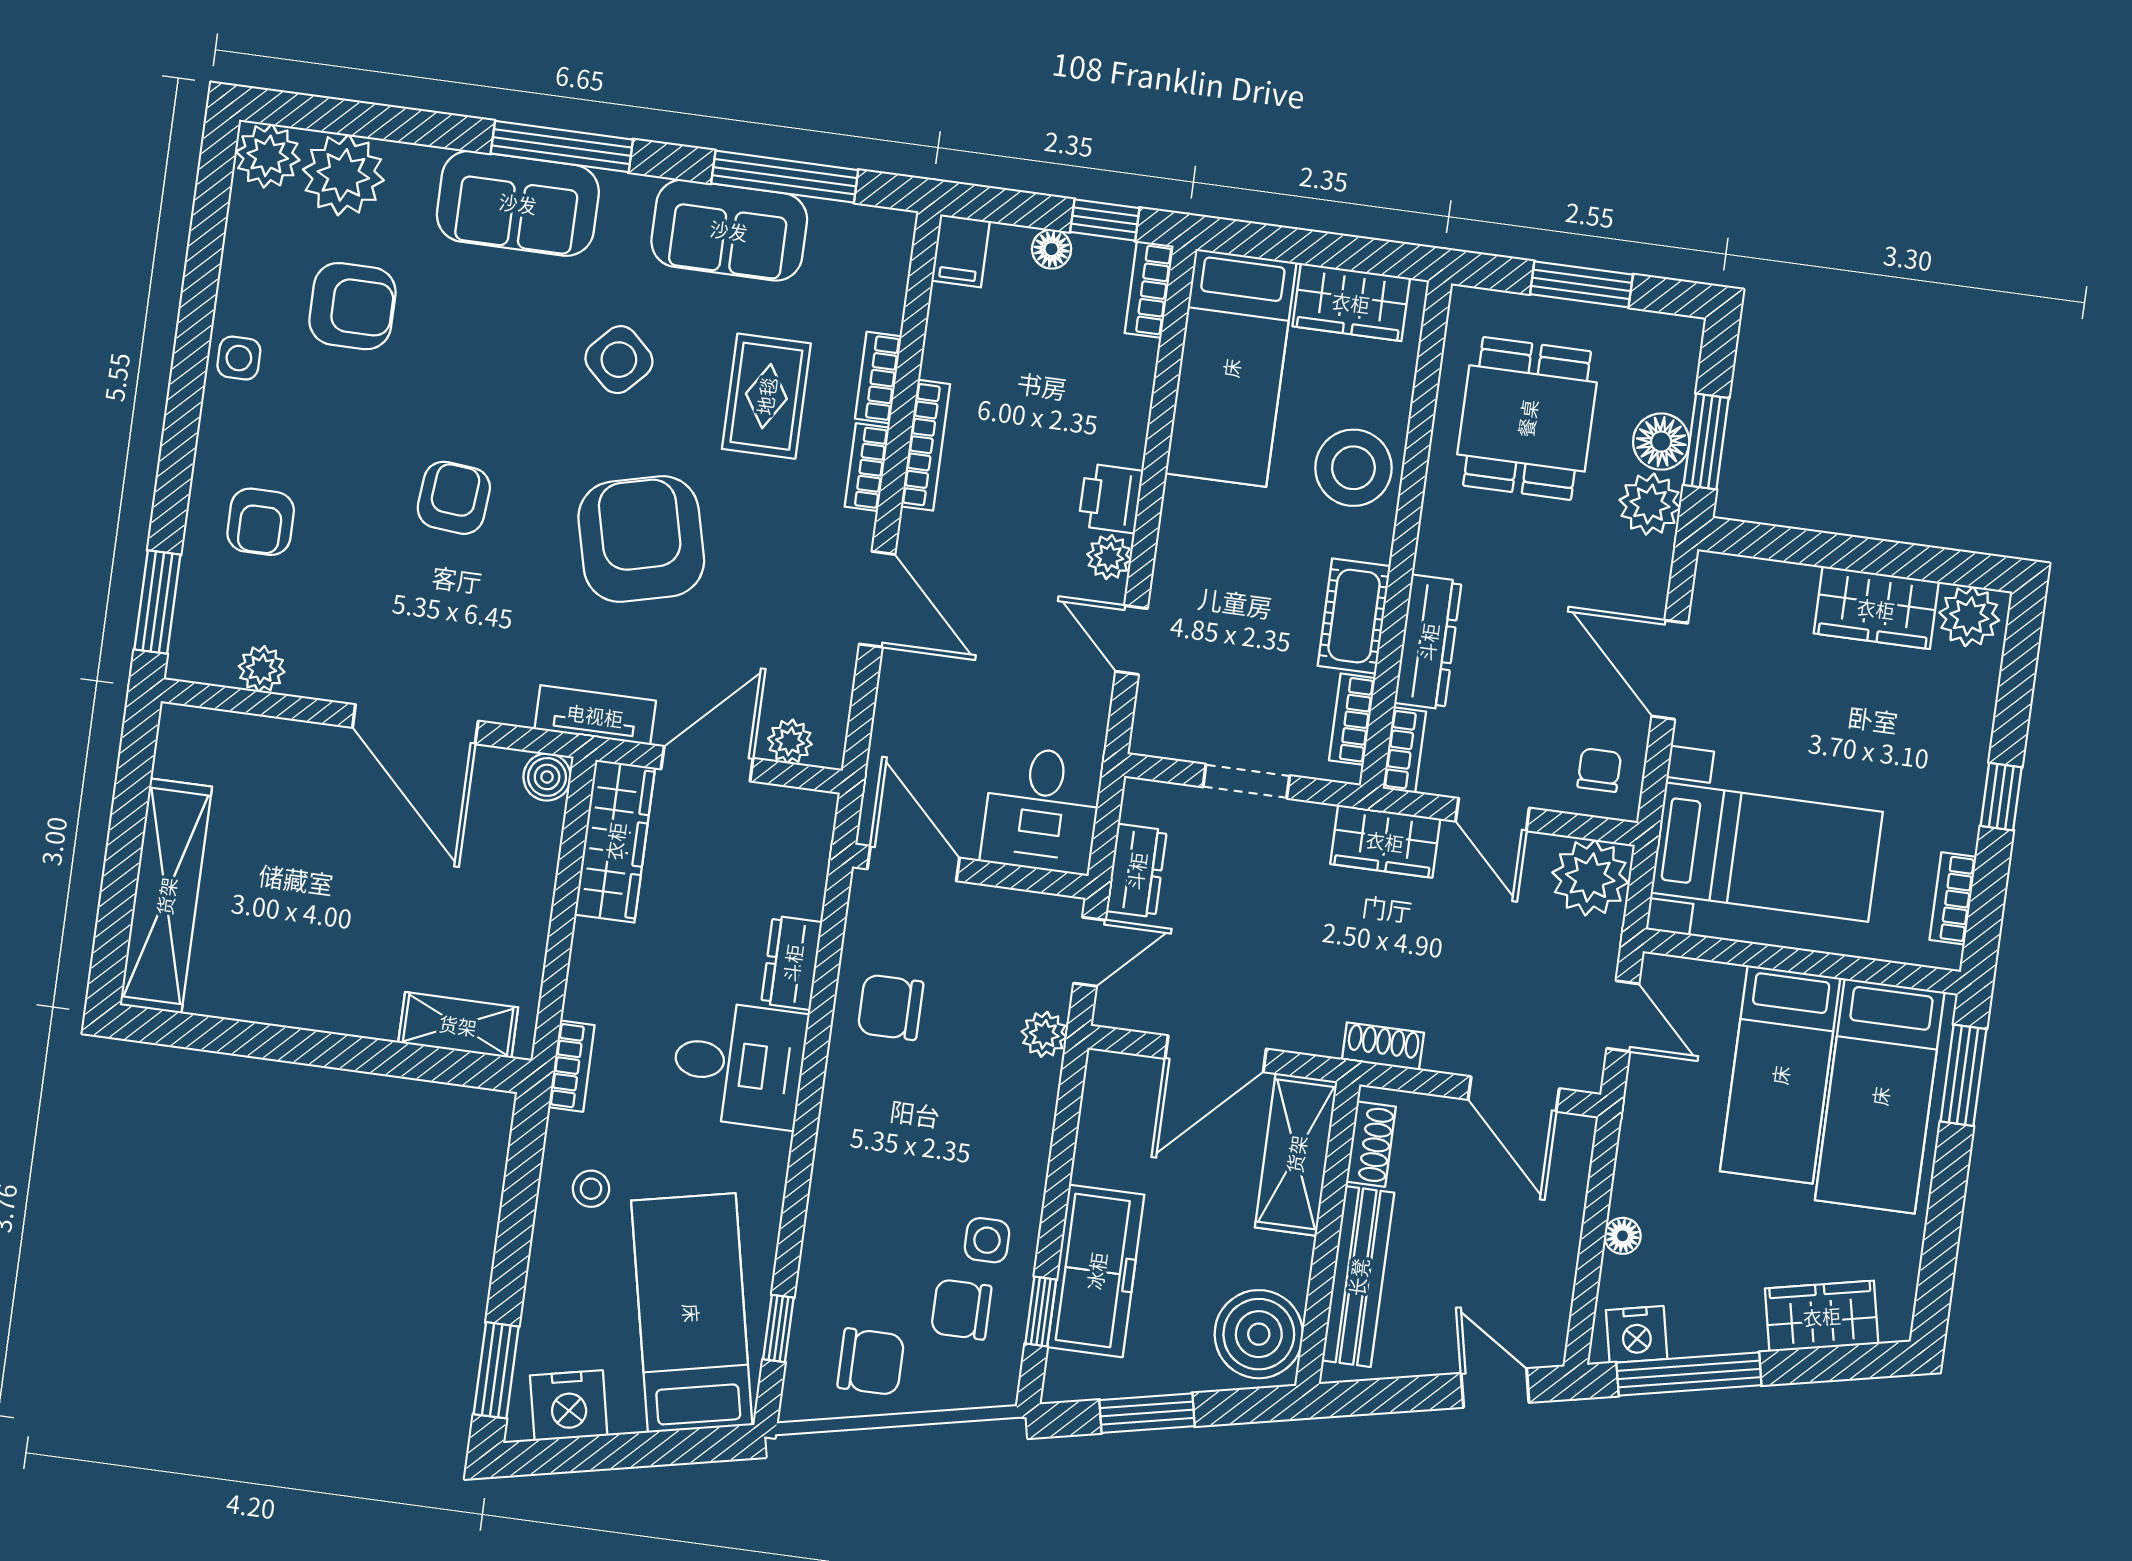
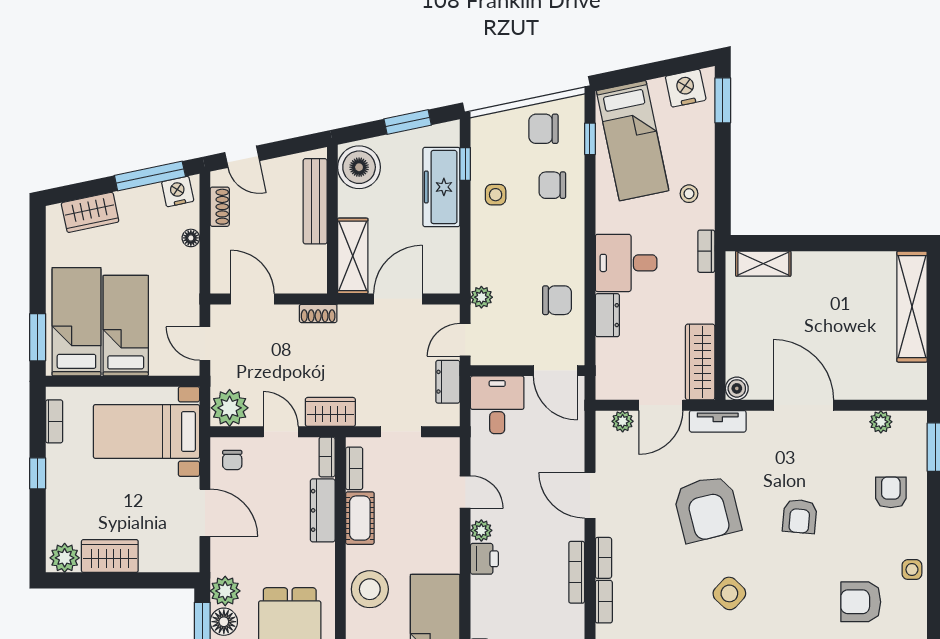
rug: (766, 396) -> (656, 585), removed
shoe rack: (1371, 1144) -> (220, 207), moved, turned 180
chair: (961, 1309) -> (552, 185), moved, turned 180

